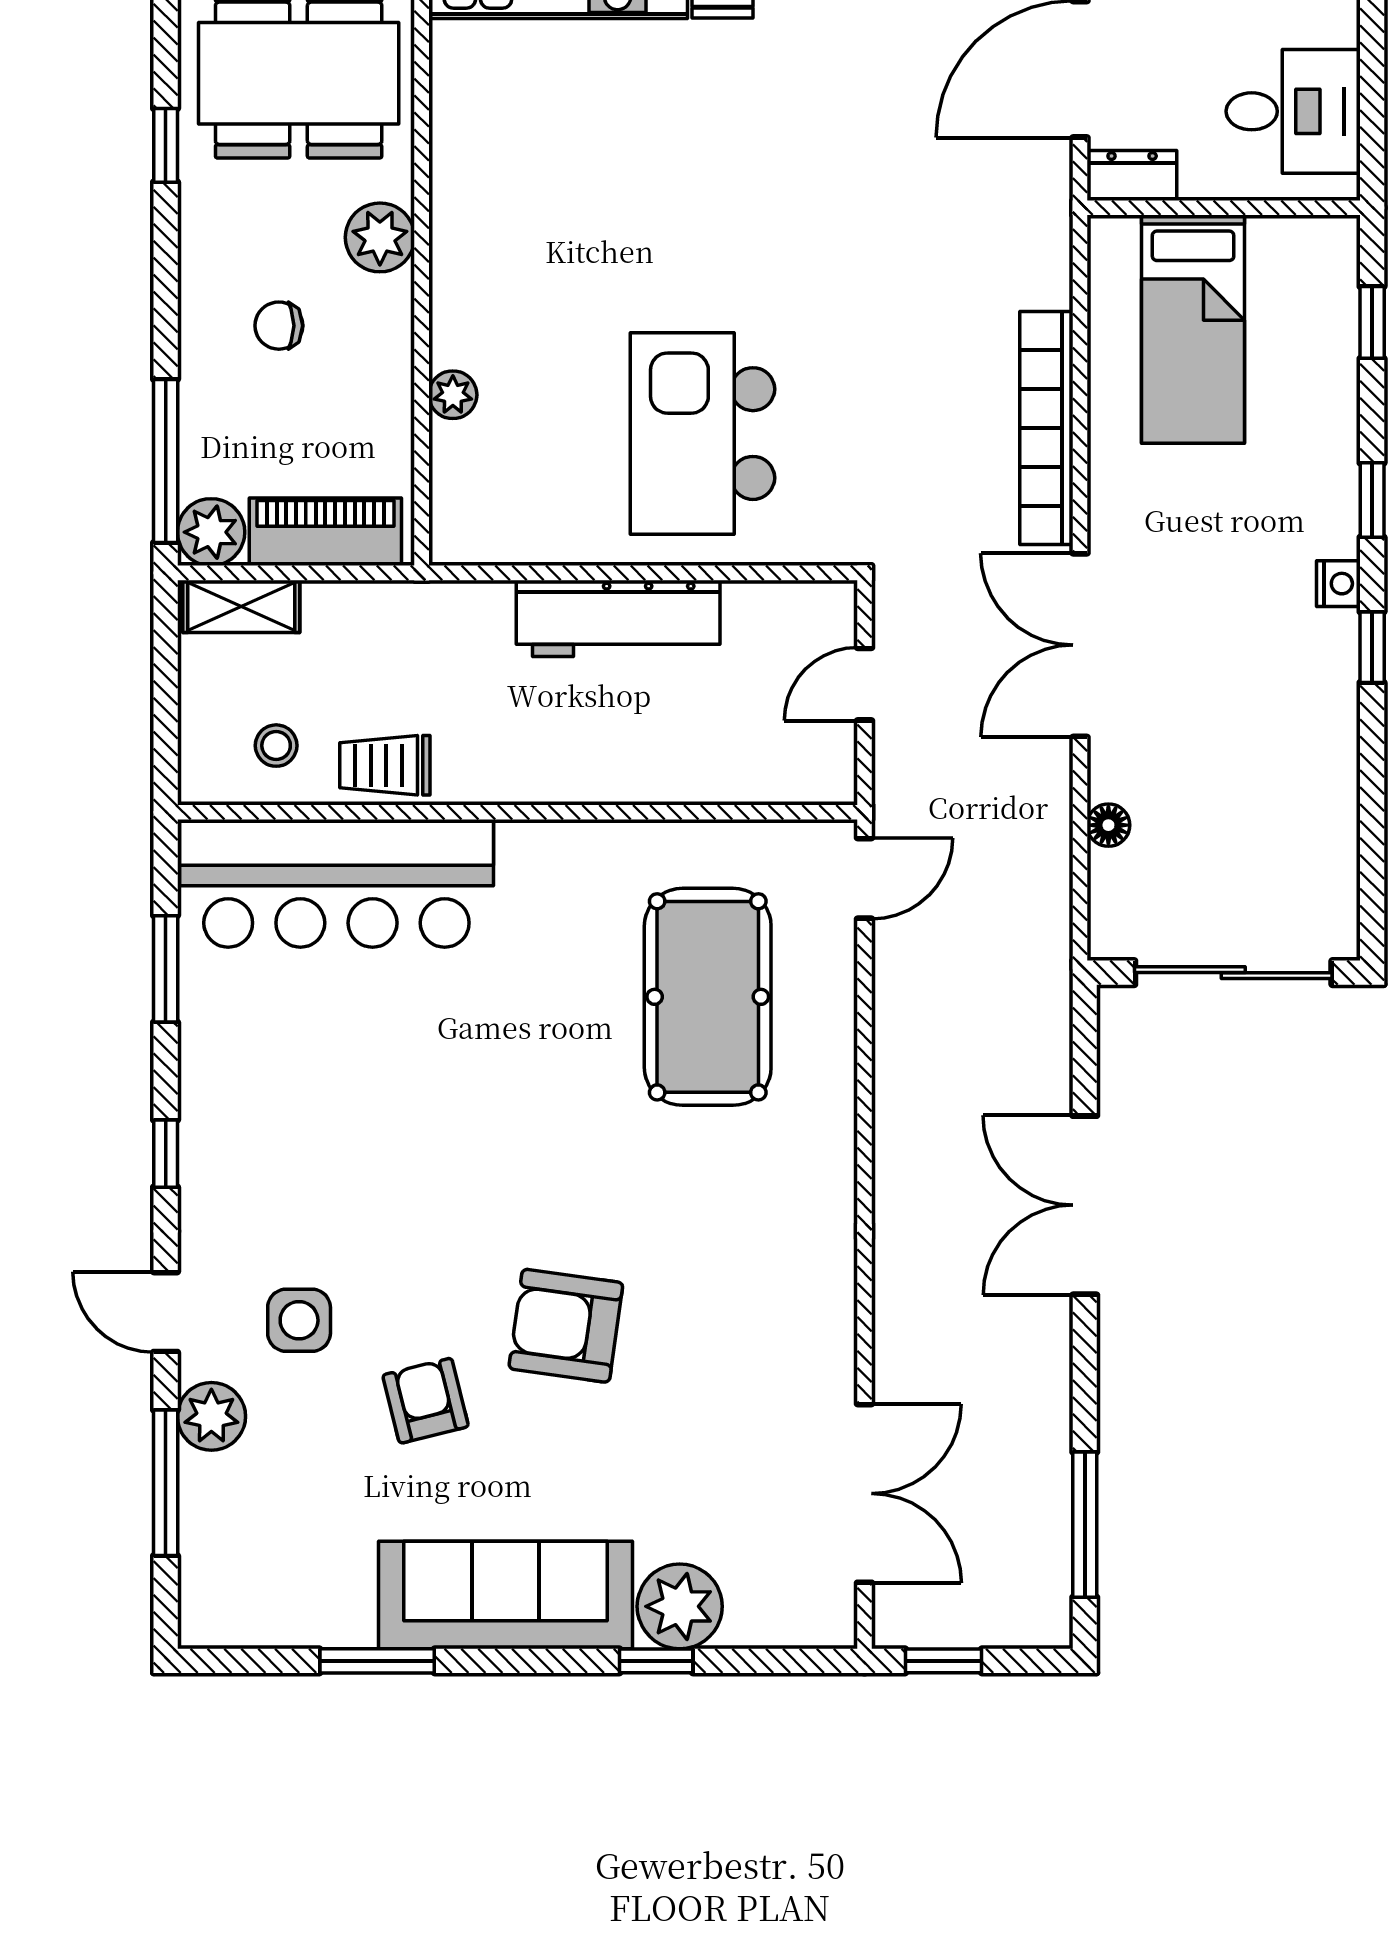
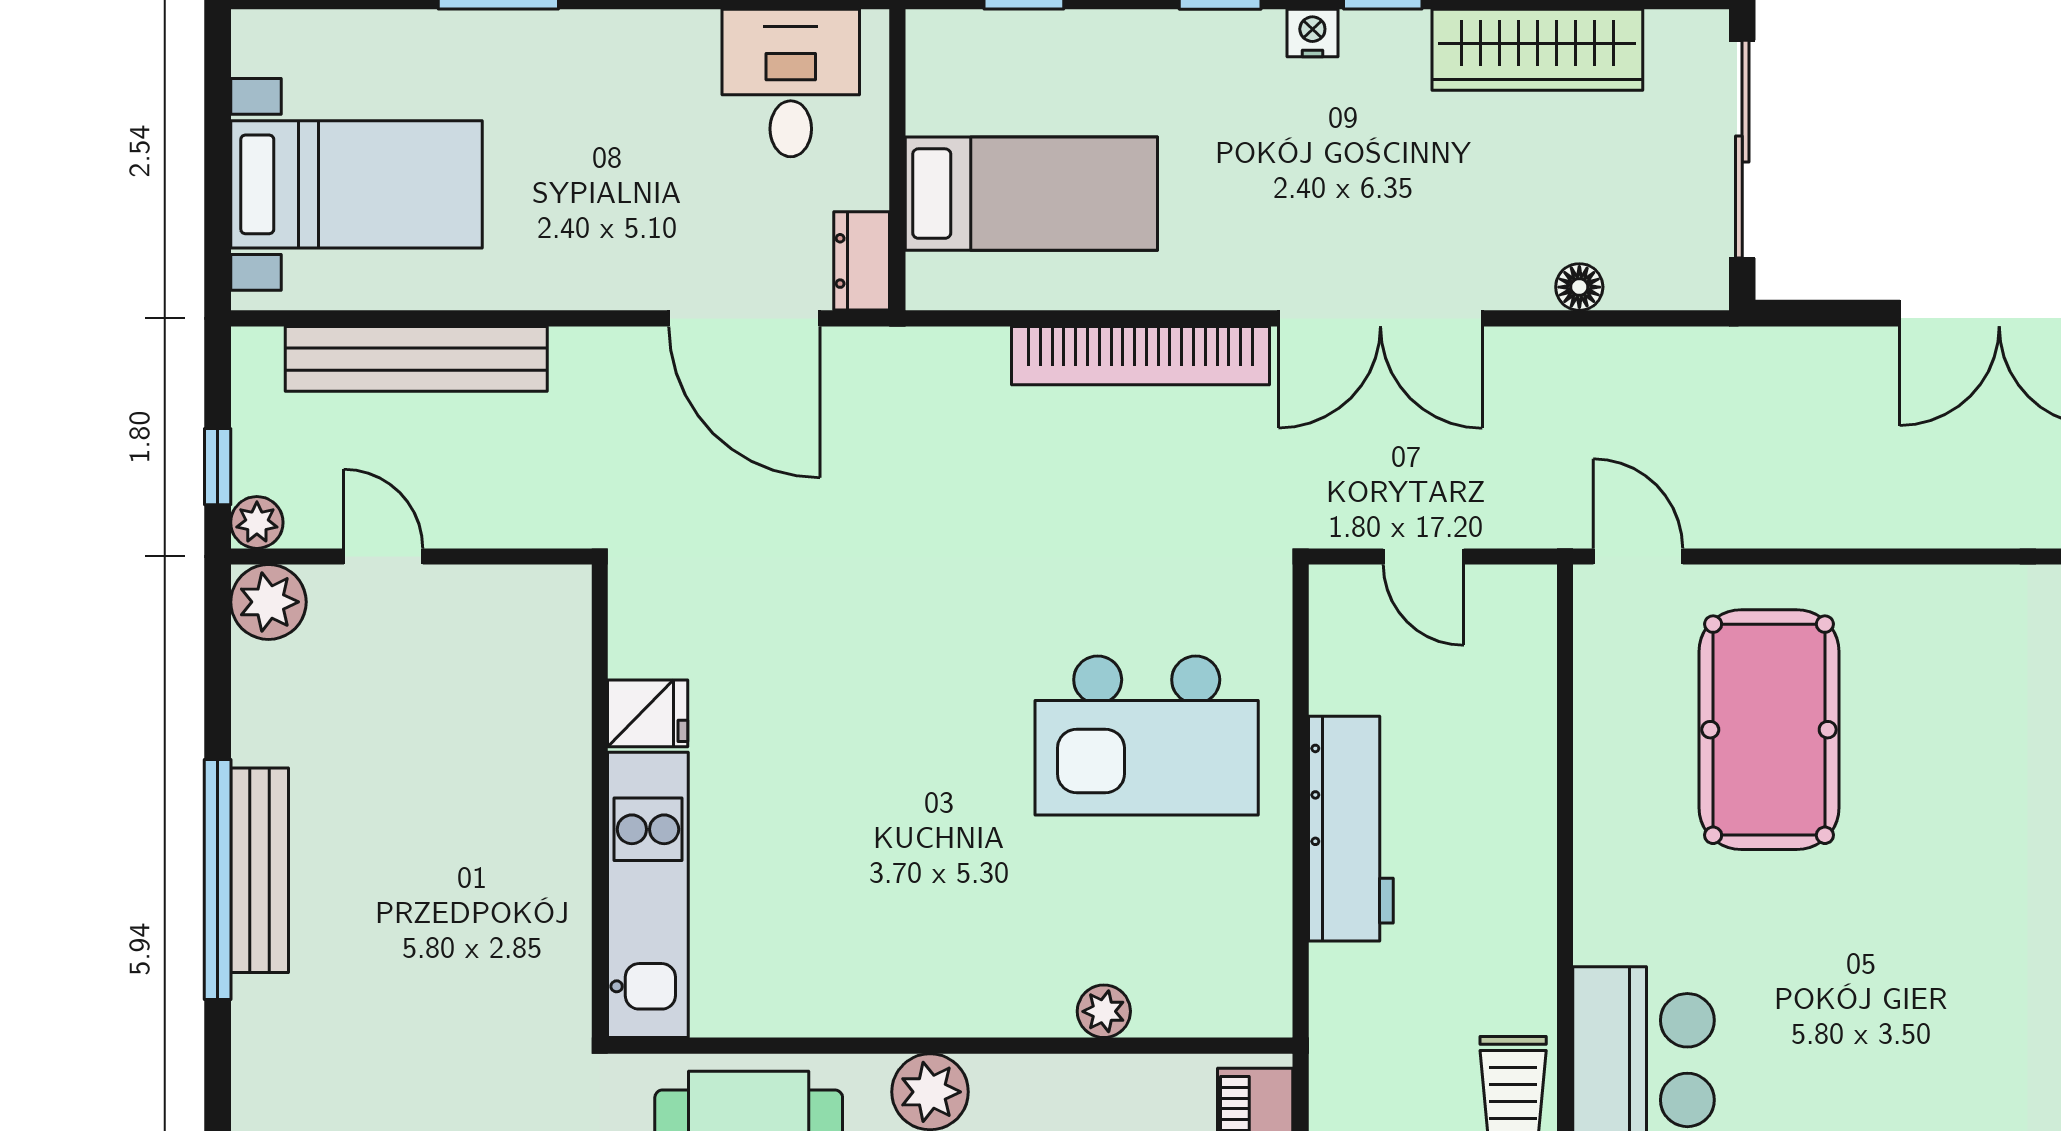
wardrobe: (1323, 787) -> (1537, 50), added
pool table: (708, 997) -> (1769, 730), turned 90

